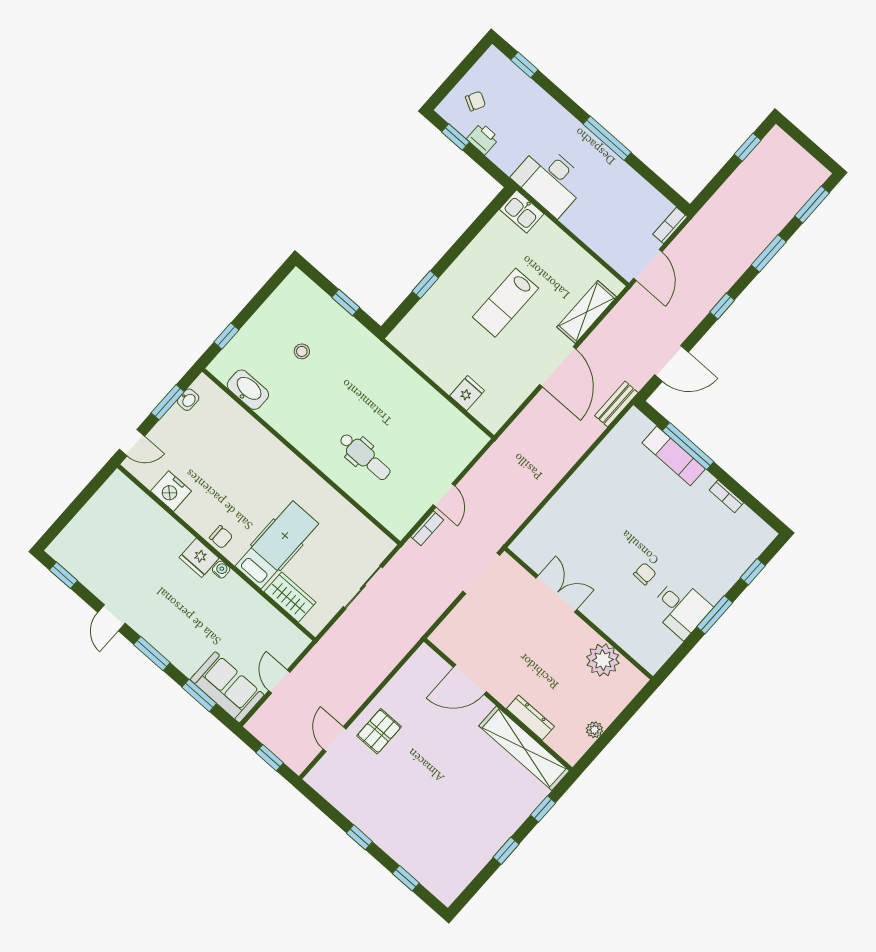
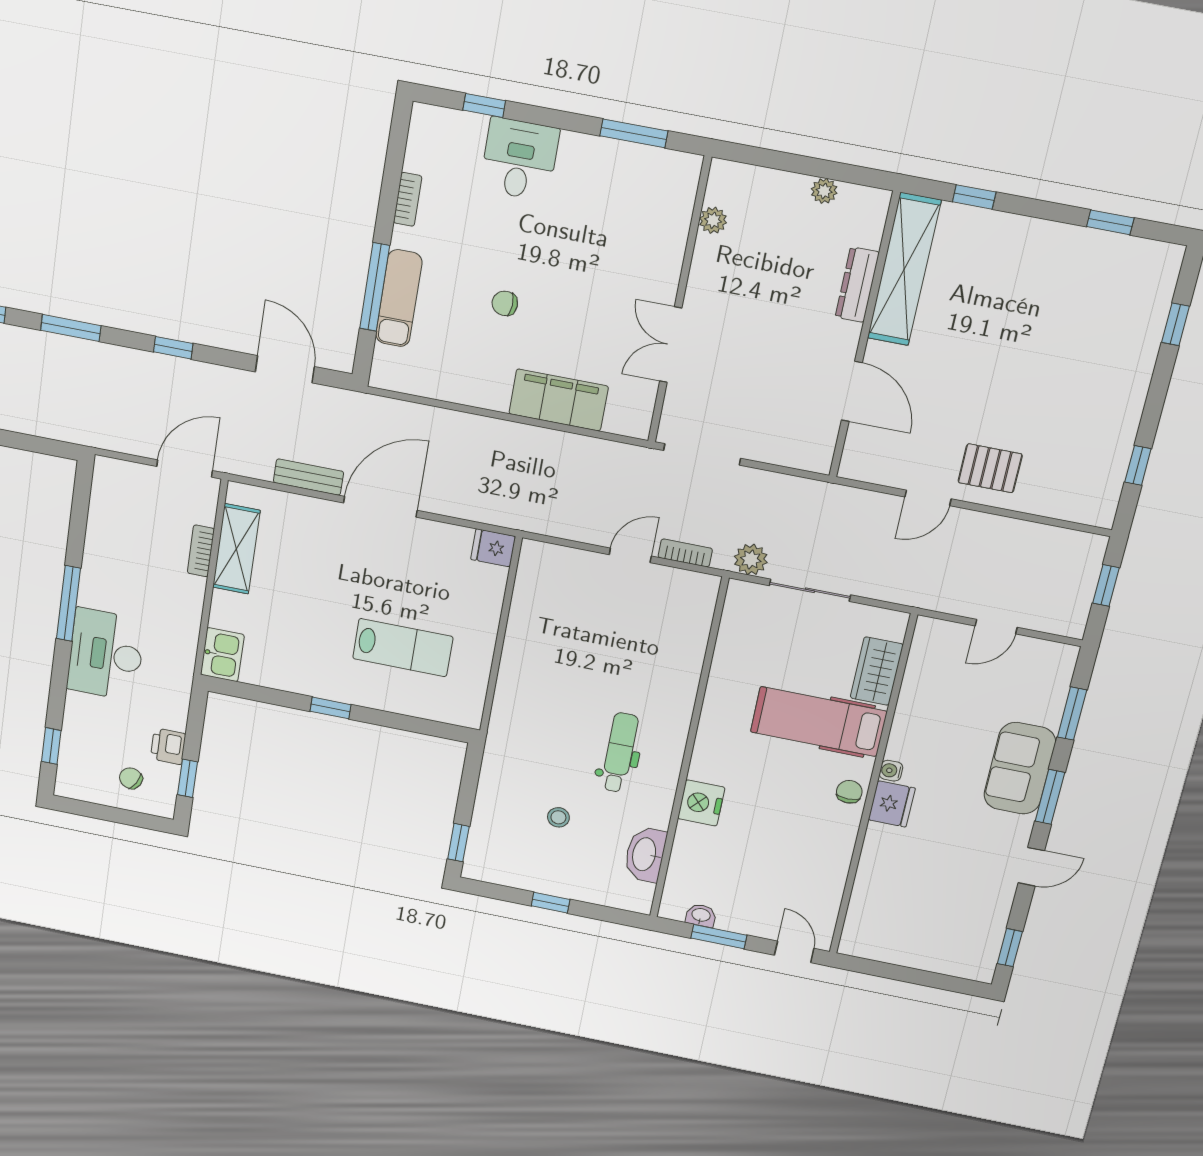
desk: (550, 180) -> (106, 654), moved, turned 180
bookcase: (670, 225) -> (201, 551), moved, turned 90
window: (425, 285) -> (330, 708), moved
window: (346, 303) -> (458, 843), moved
lab bench: (505, 303) -> (403, 648), moved
shelving: (587, 312) -> (236, 549), moved, turned 90
window: (226, 336) -> (551, 903), moved
fridge: (467, 393) -> (493, 548), moved
bench: (616, 404) -> (308, 477), moved
dental chair: (365, 457) -> (620, 753), moved
nightstand: (171, 491) -> (701, 803), moved, turned 180
filing cabinet: (561, 510) -> (559, 400), added
plant: (401, 564) -> (751, 559), added
chair: (645, 574) -> (505, 303), moved
desk: (681, 608) -> (519, 159), moved
window: (715, 615) -> (634, 133), moved
plant: (603, 660) -> (713, 220), width x0.53, depth x0.53
sofa: (227, 687) -> (1020, 768), moved
door: (335, 739) -> (928, 498), moved
window: (360, 837) -> (1138, 465), moved
window: (506, 851) -> (1110, 222), moved

